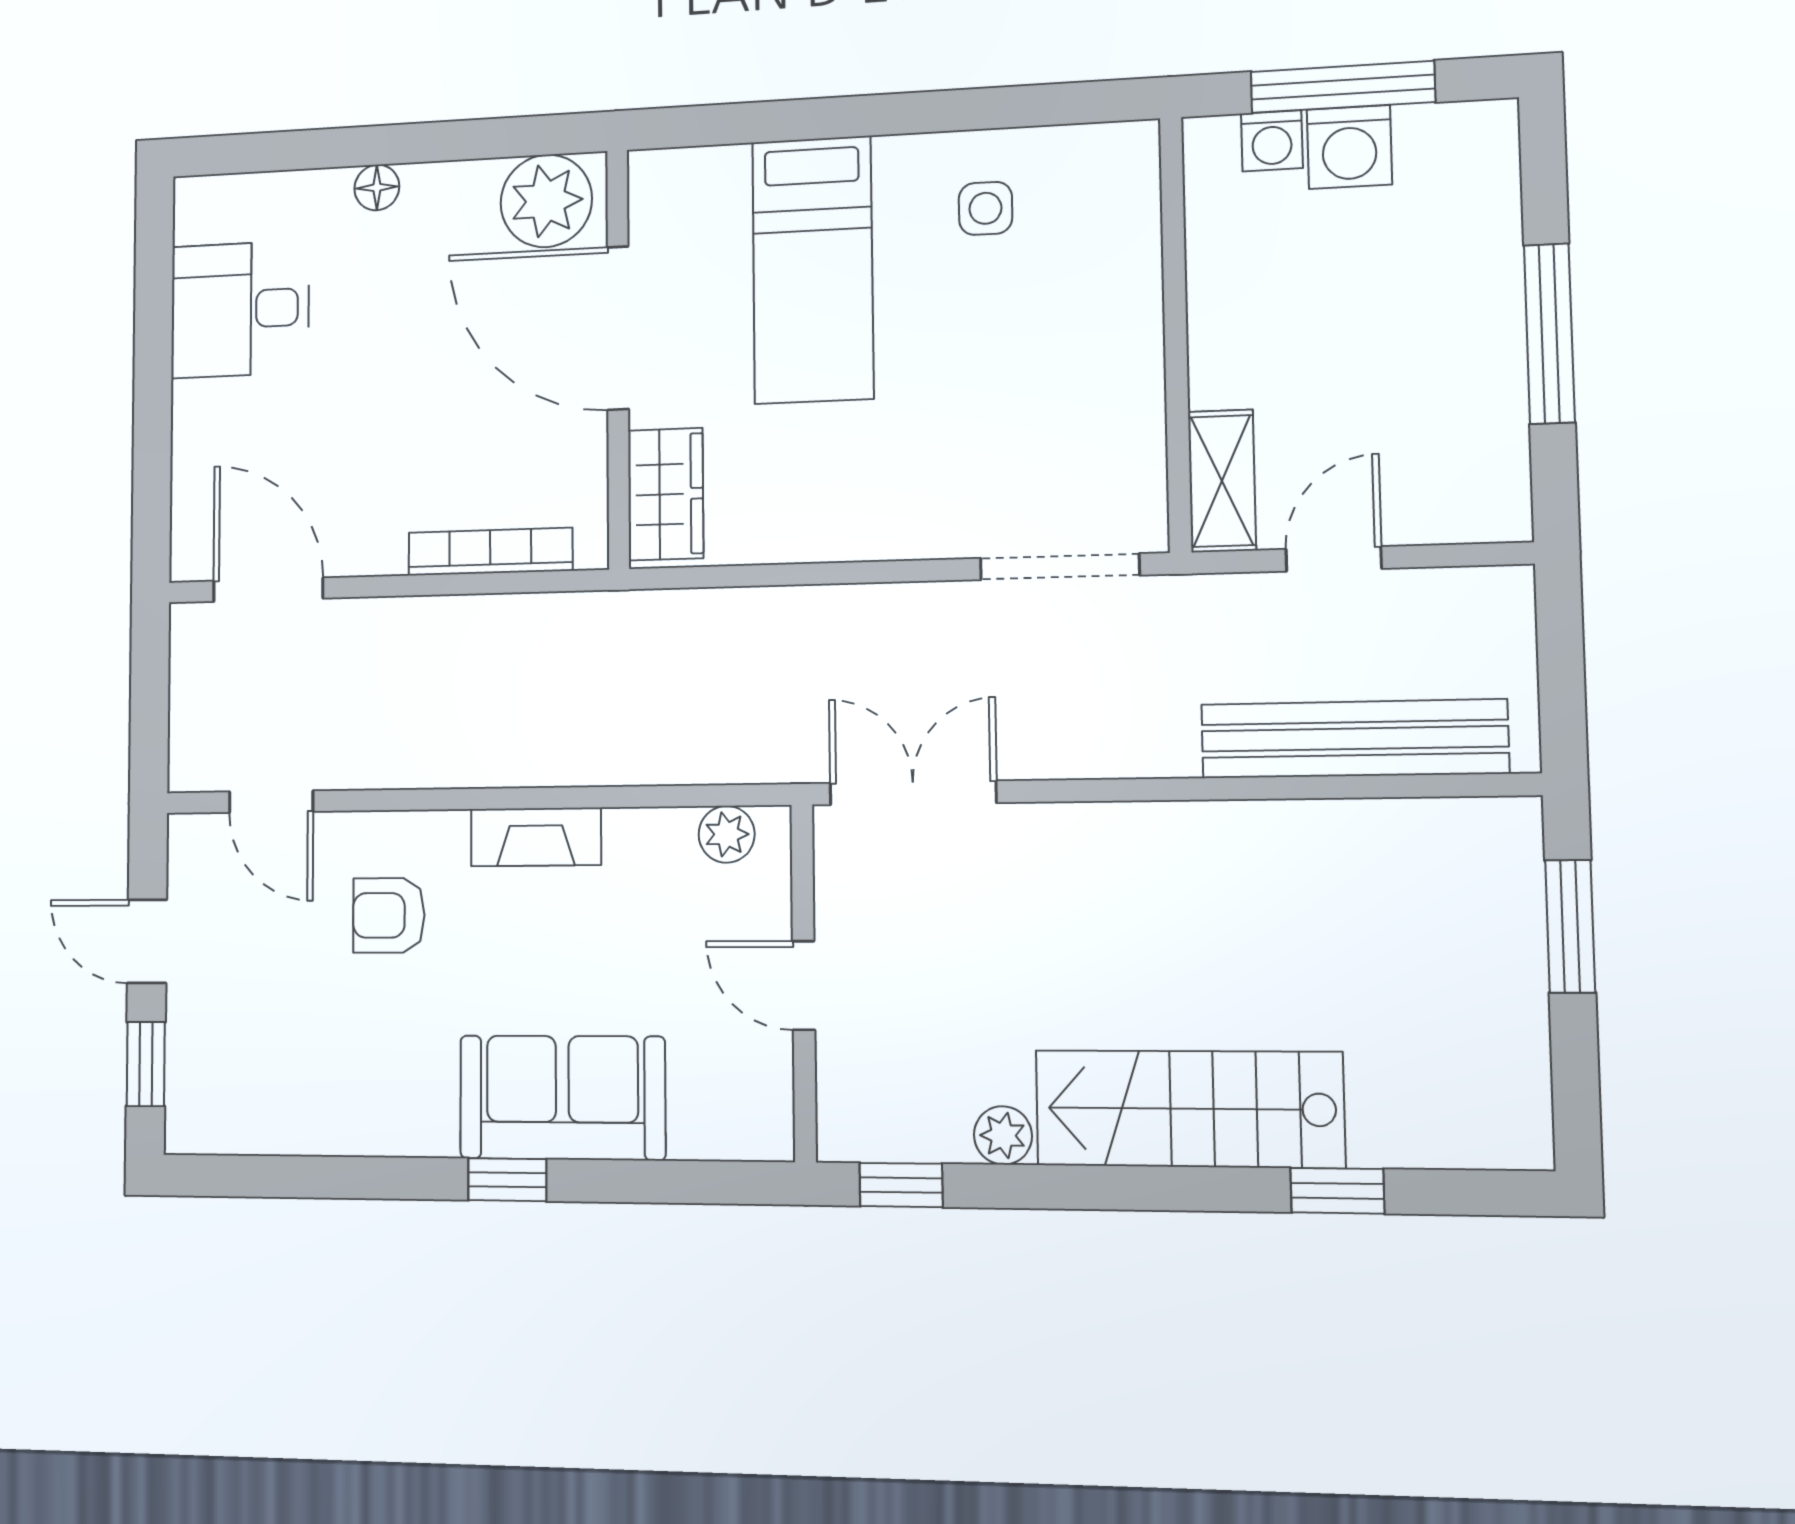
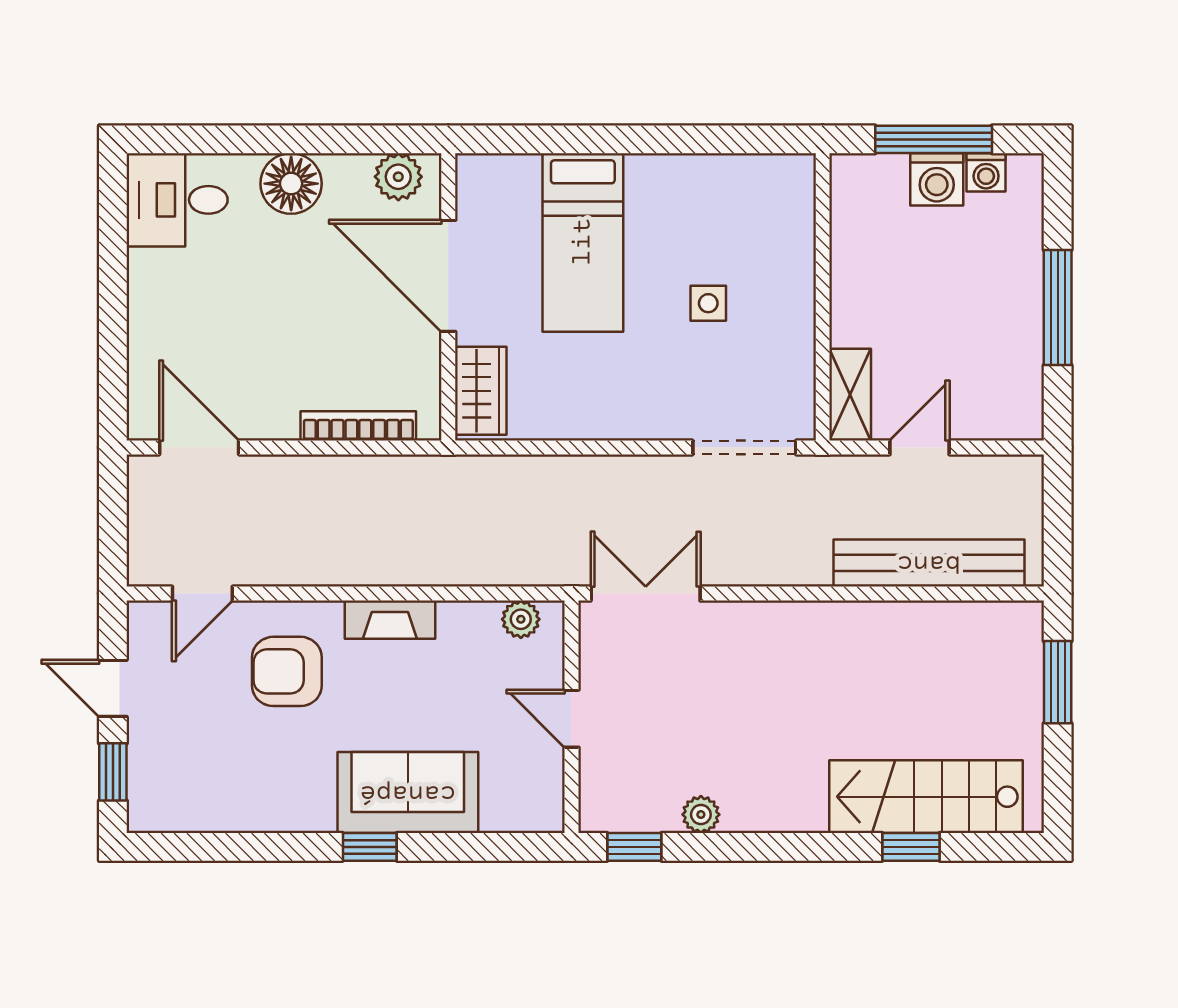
washing machine: (1272, 141) -> (986, 172), moved
floor lamp: (377, 187) -> (291, 184), width x1.89, depth x1.89
plant: (546, 201) -> (398, 177), width x0.73, depth x0.73
side table: (985, 208) -> (708, 303), moved
desk: (240, 309) -> (177, 200), moved
door: (271, 802) -> (202, 594), hinge flipped
armchair: (389, 915) -> (287, 671), width x1.38, depth x1.38
stairs: (1189, 1109) -> (926, 797), moved

